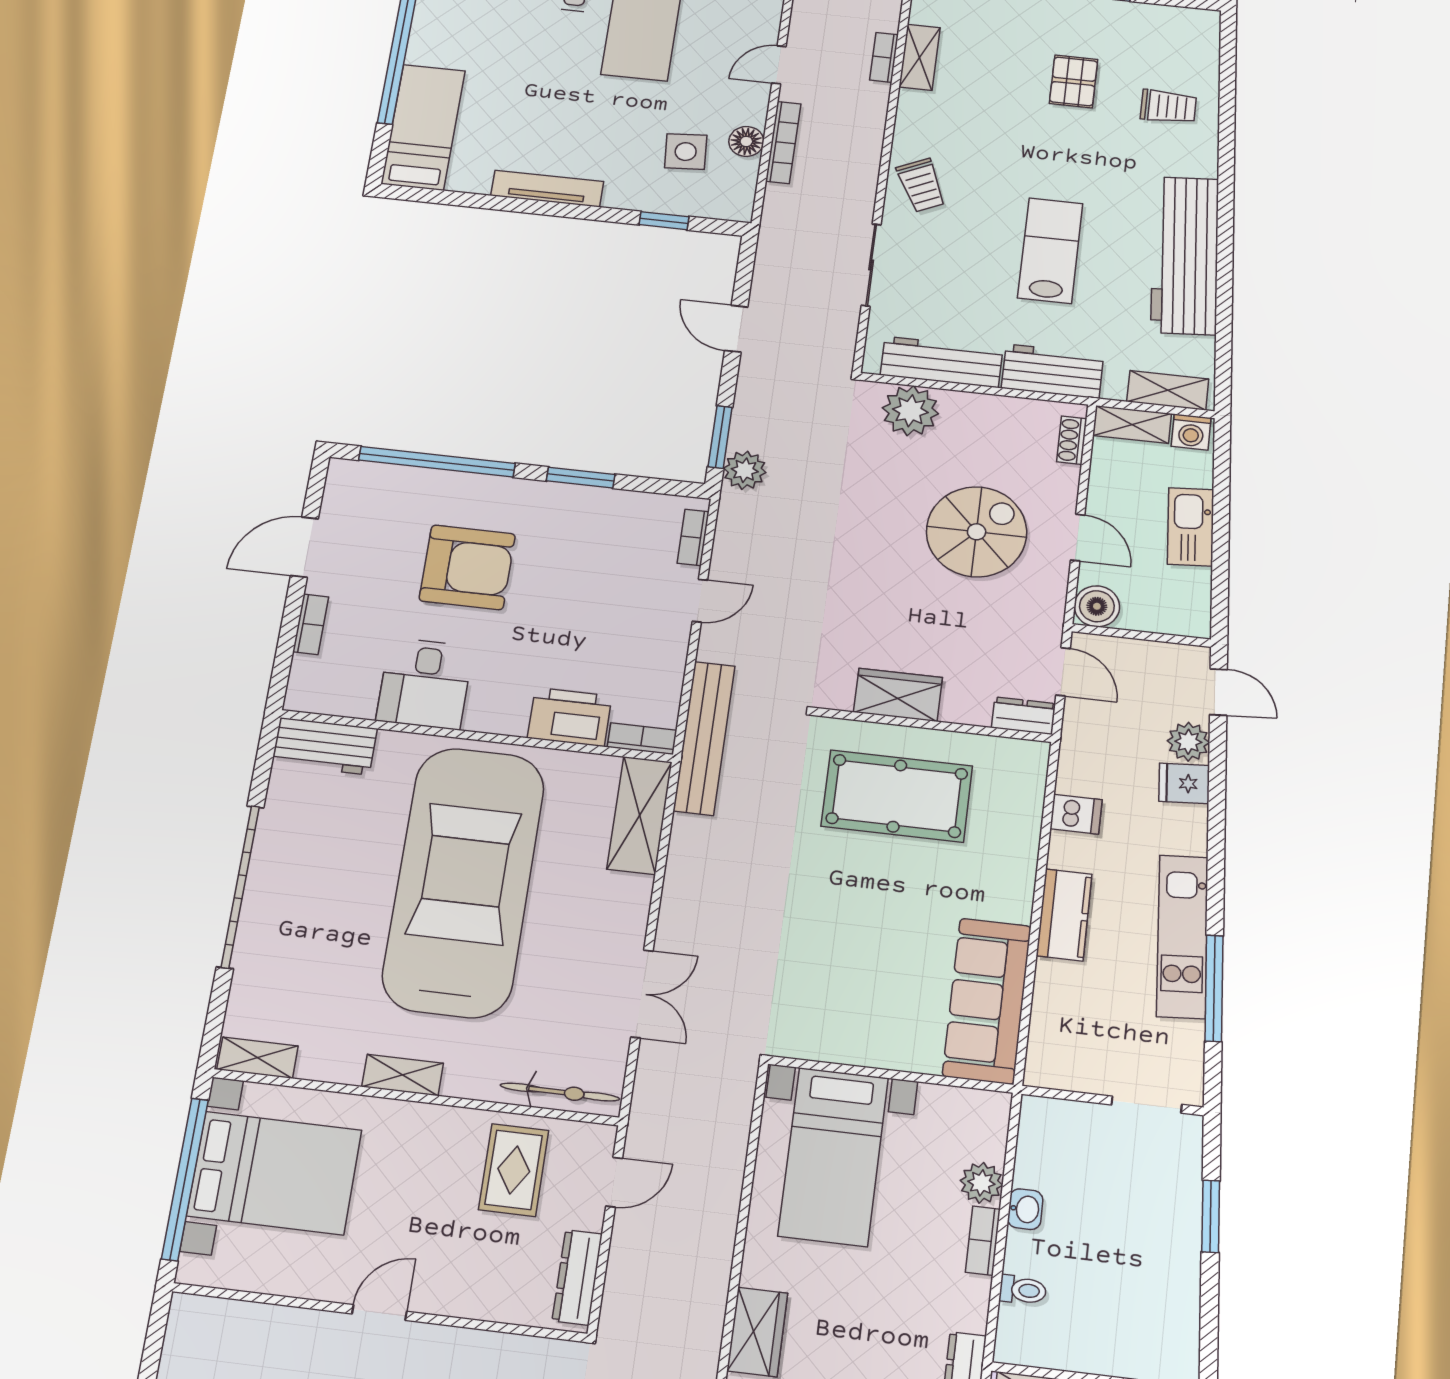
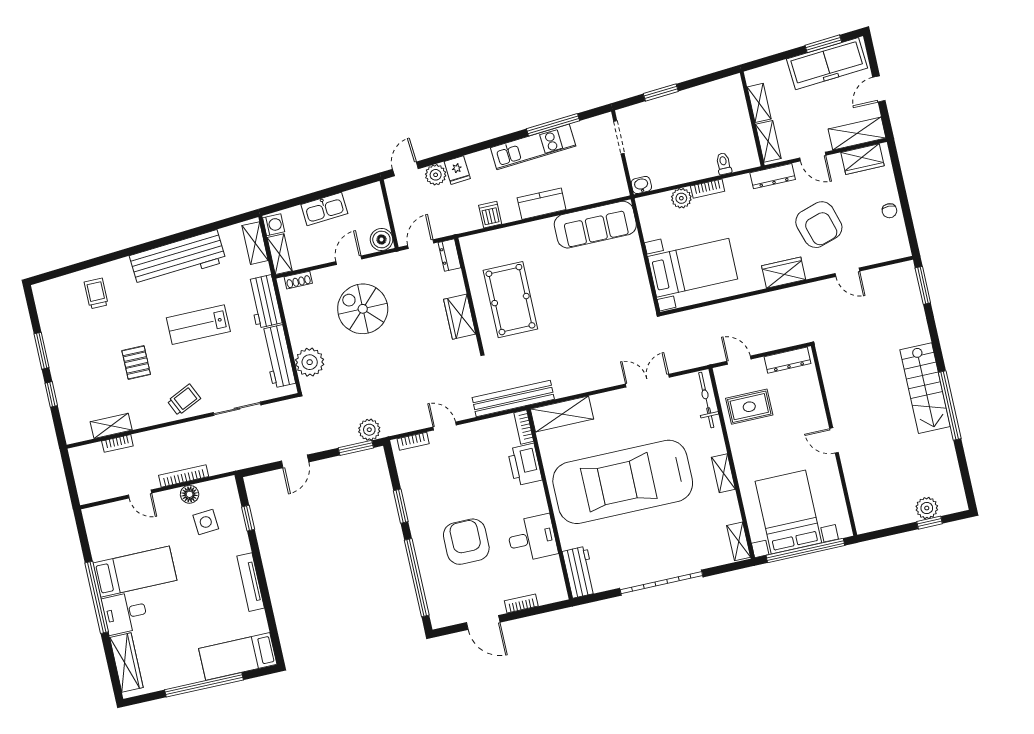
pallet: (1074, 81) -> (136, 363), moved, turned 90
washbasin: (1025, 1209) -> (641, 185), moved

